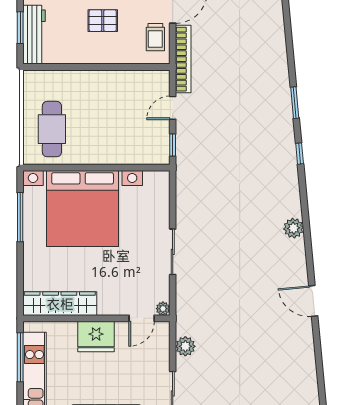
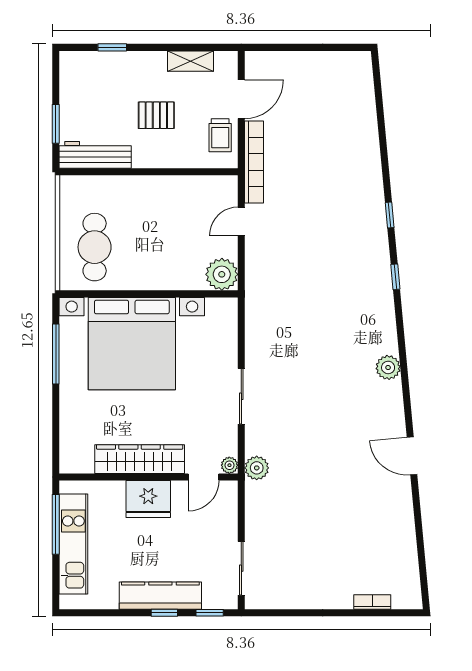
workbench: (34, 35) -> (95, 155), moved, turned -90
window: (295, 103) -> (390, 215), width x0.67
window: (173, 145) -> (241, 267), removed
plant: (157, 151) -> (222, 274), added
wardrobe: (60, 304) -> (140, 459), moved
plant: (185, 346) -> (257, 468), moved

